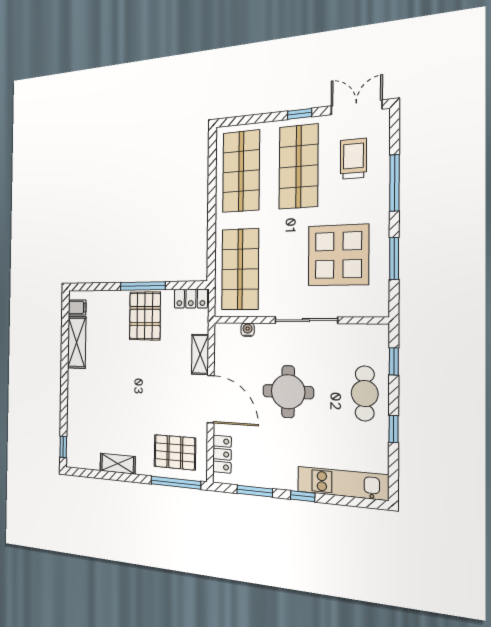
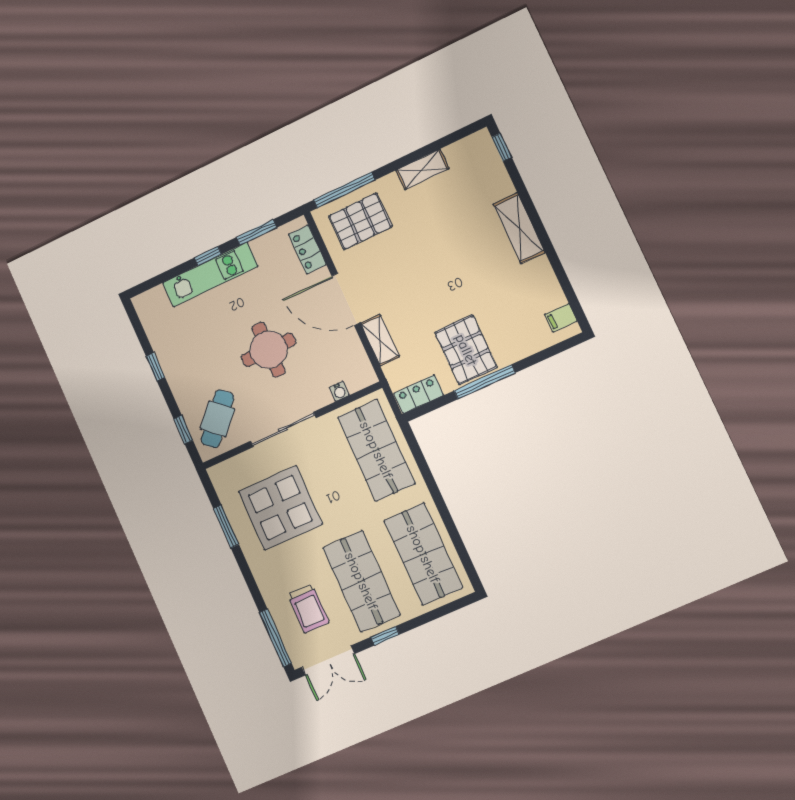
window: (394, 183) -> (275, 638), moved
shelving: (77, 342) -> (519, 228), moved
cafe table: (365, 394) -> (217, 419), moved, turned 42
kitchen unit: (342, 483) -> (210, 275), moved

